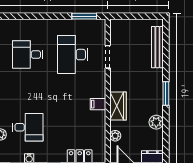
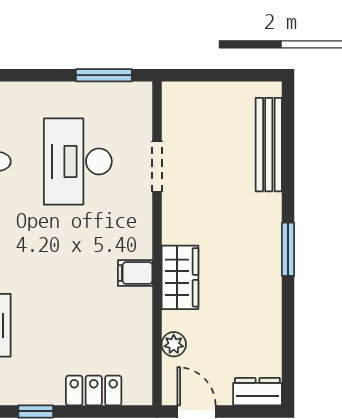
plant: (156, 122) -> (266, 314), removed

